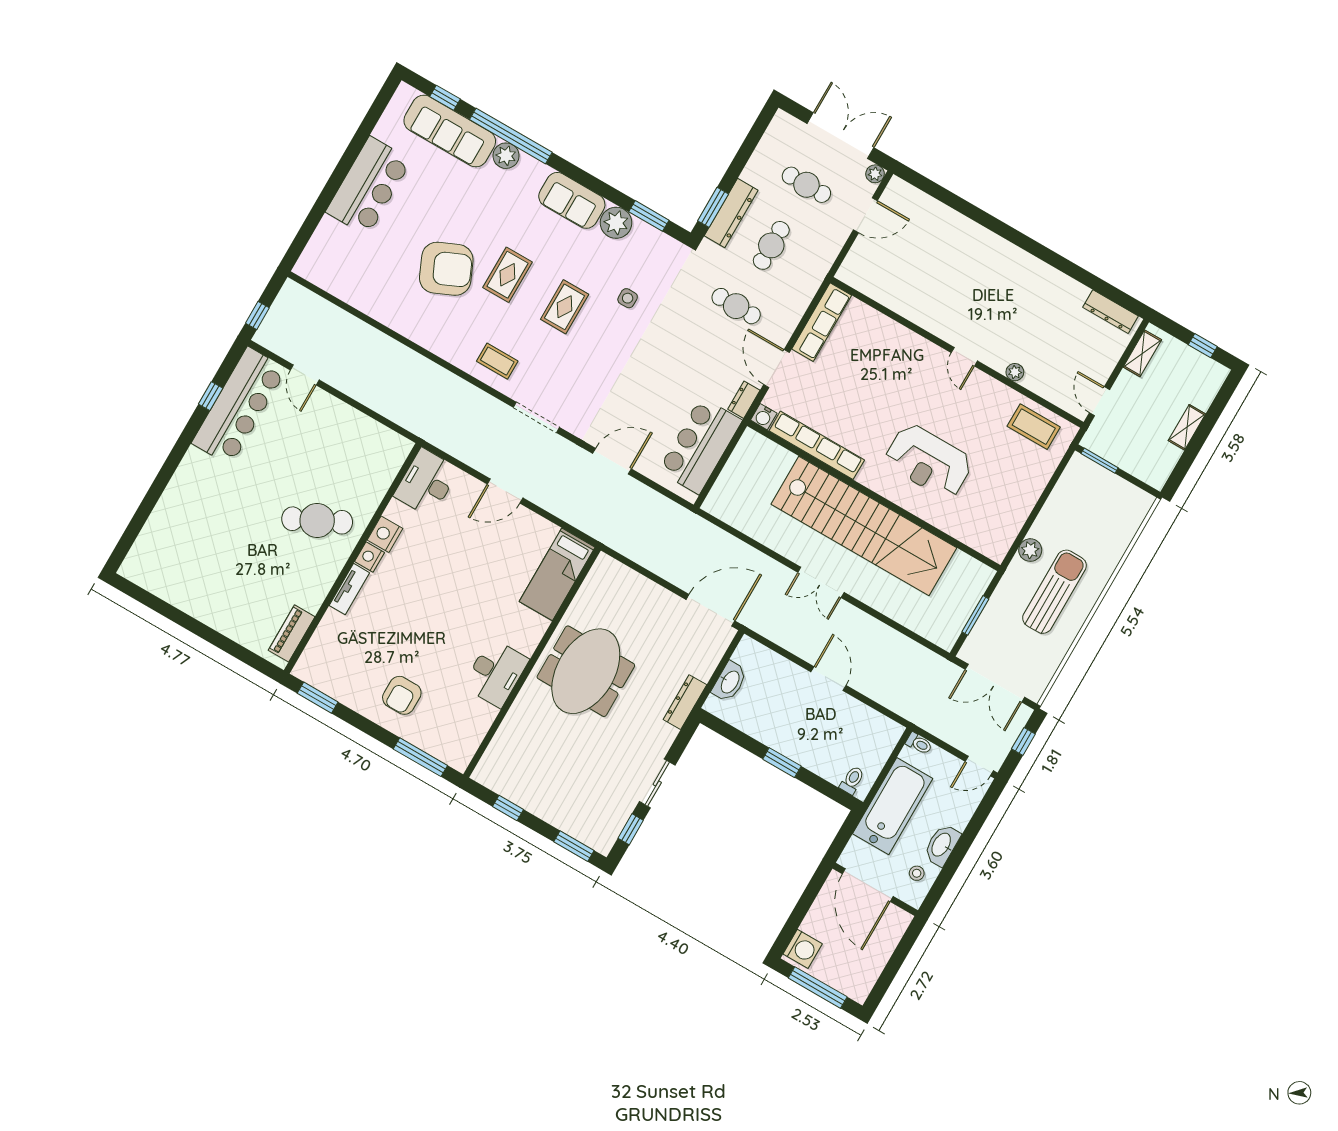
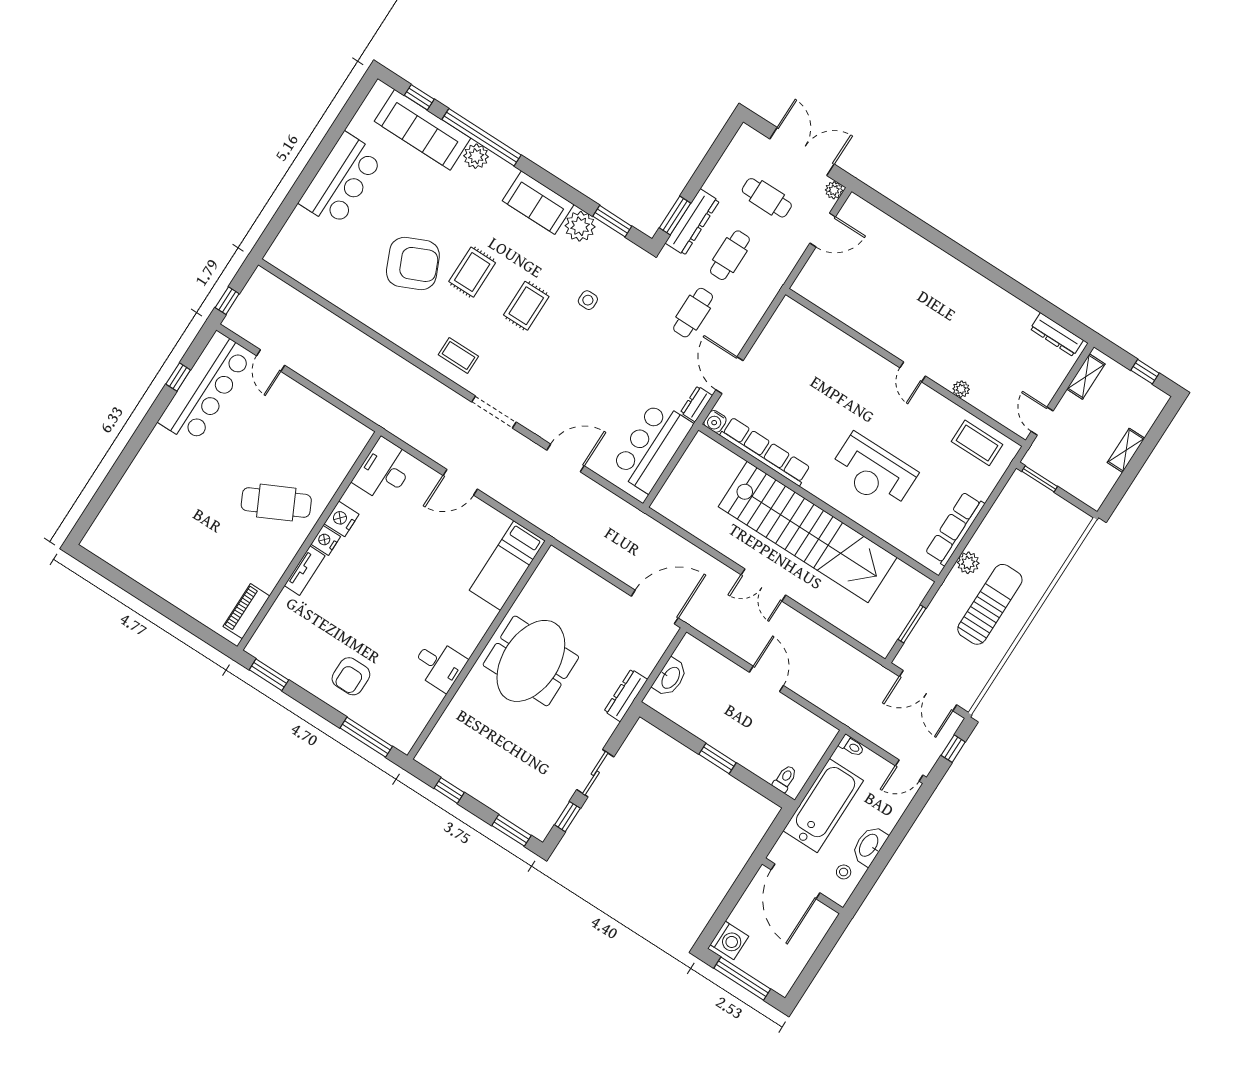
cafe table: (736, 306) -> (693, 313), turned 90
row of seats: (822, 322) -> (955, 529), moved, turned 180
desk: (496, 673) -> (439, 665), width x0.73

